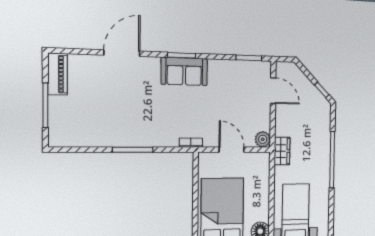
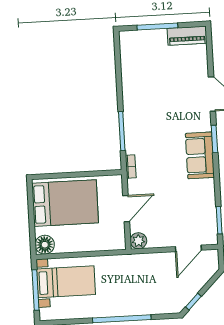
window: (182, 55) -> (214, 139), moved
window: (133, 150) -> (122, 131), moved
wardrobe: (282, 151) -> (128, 262), removed

